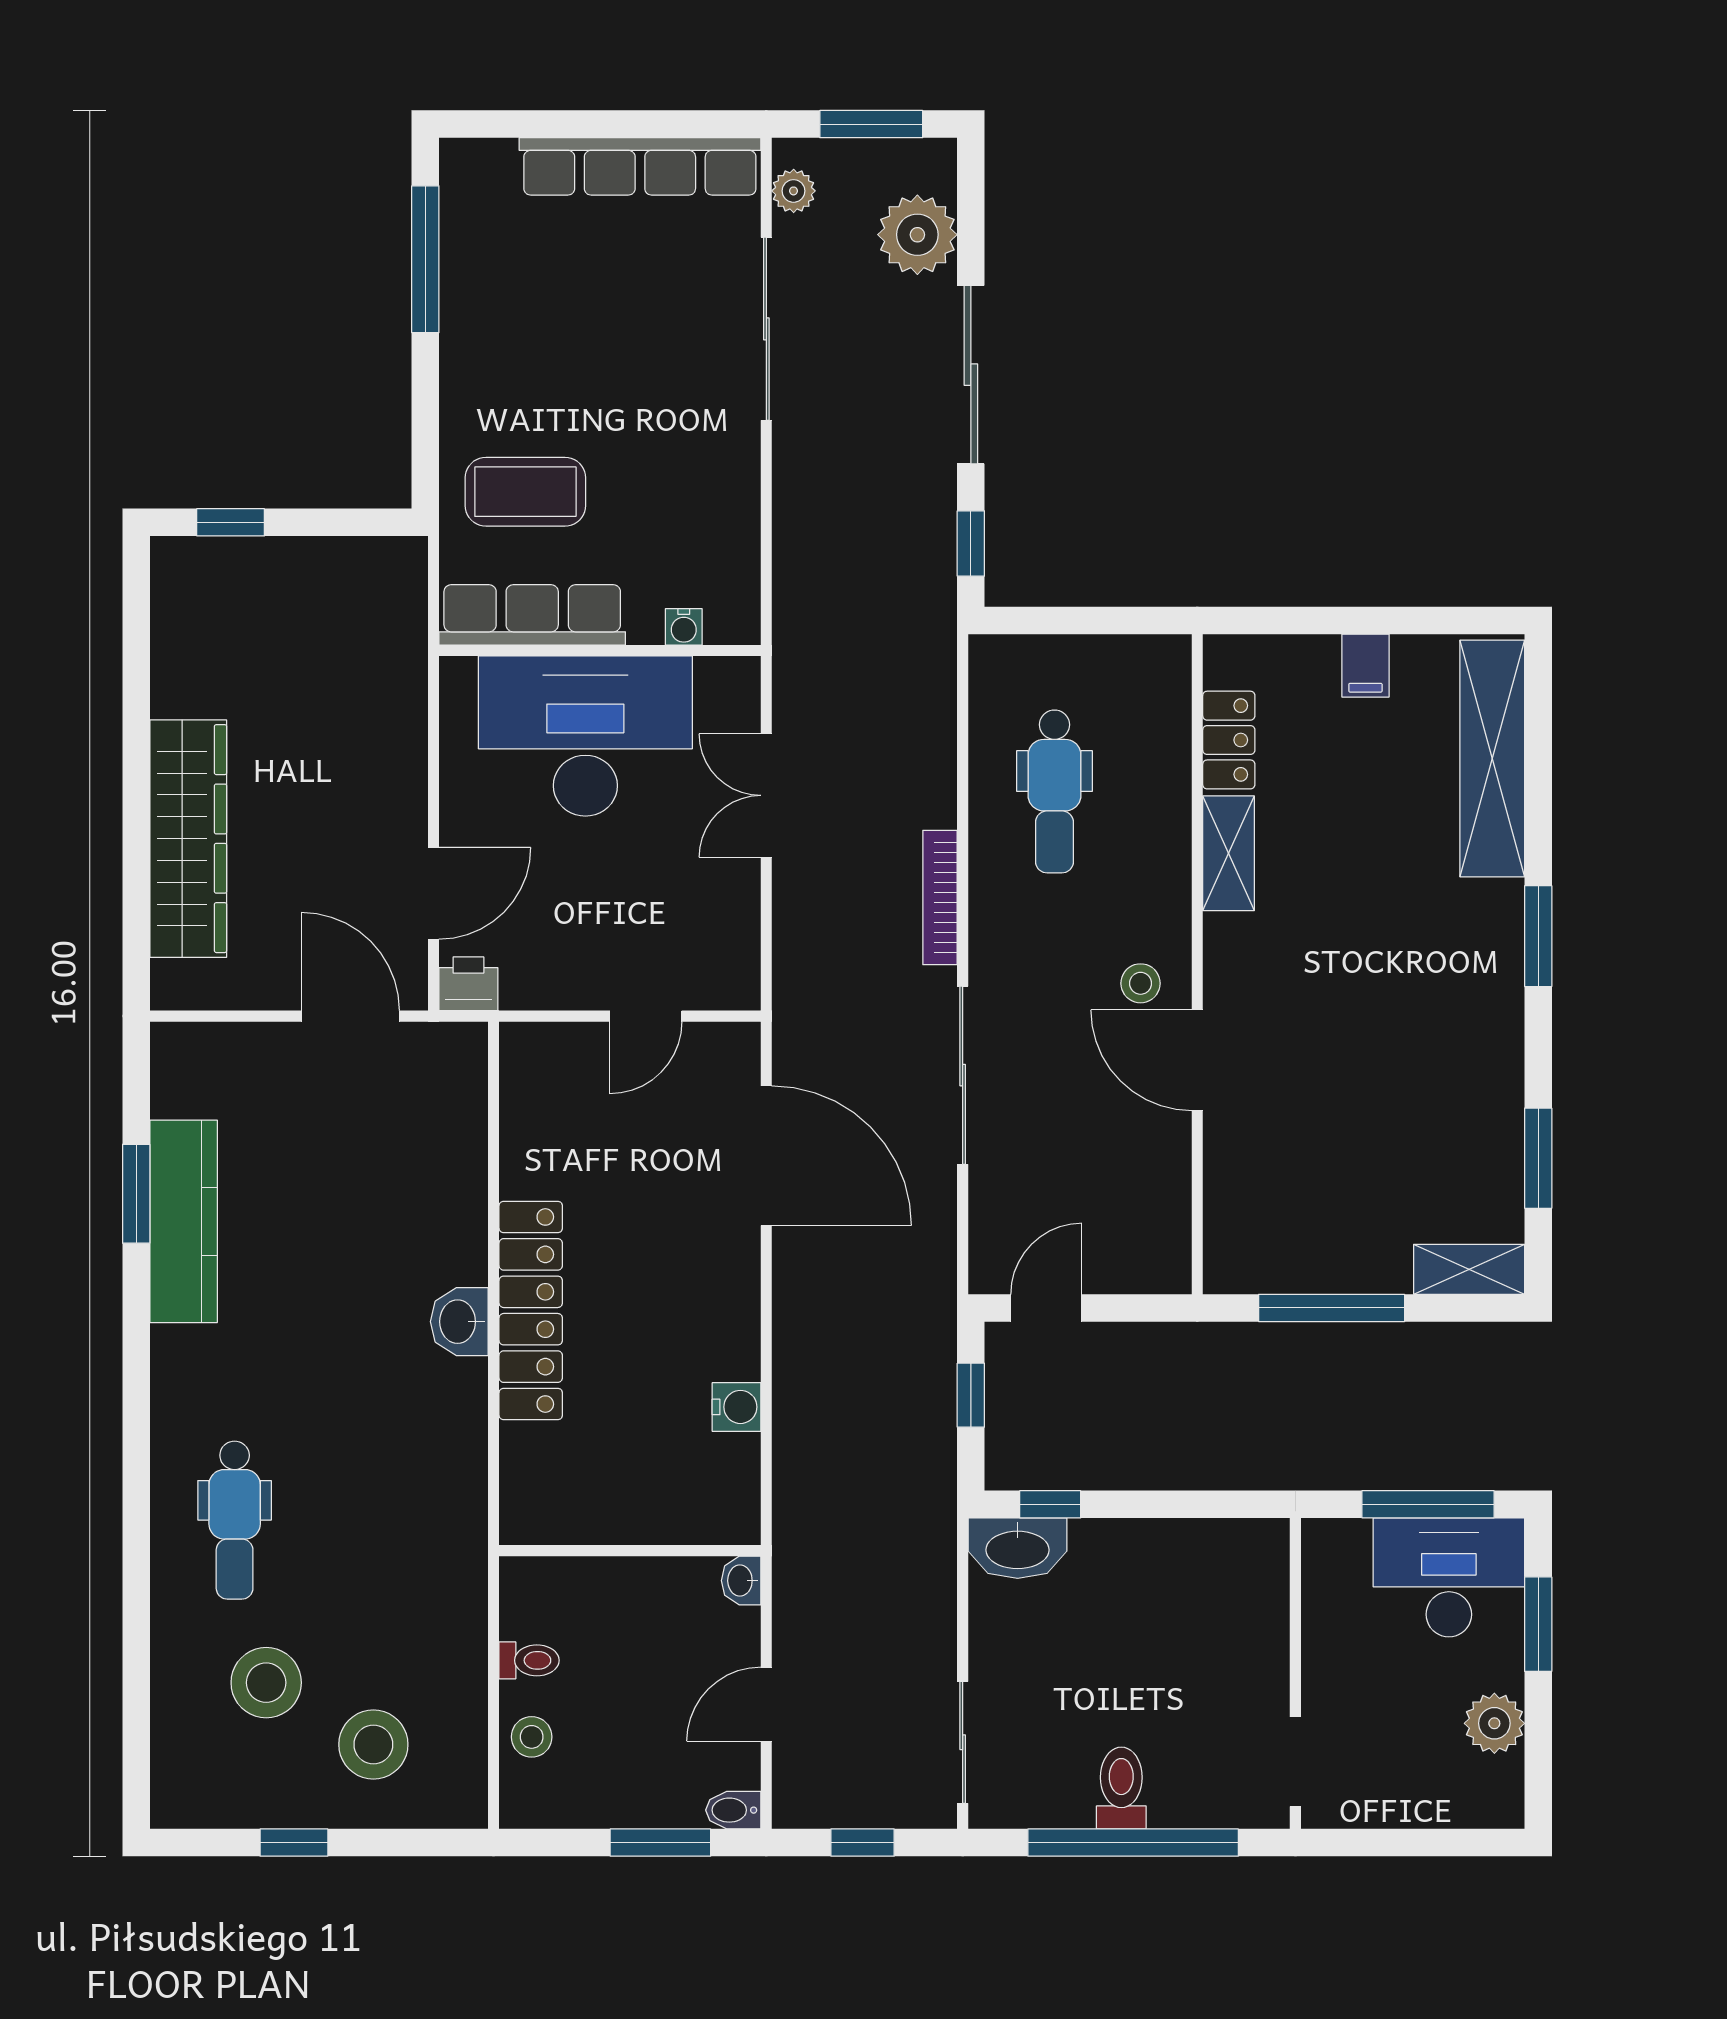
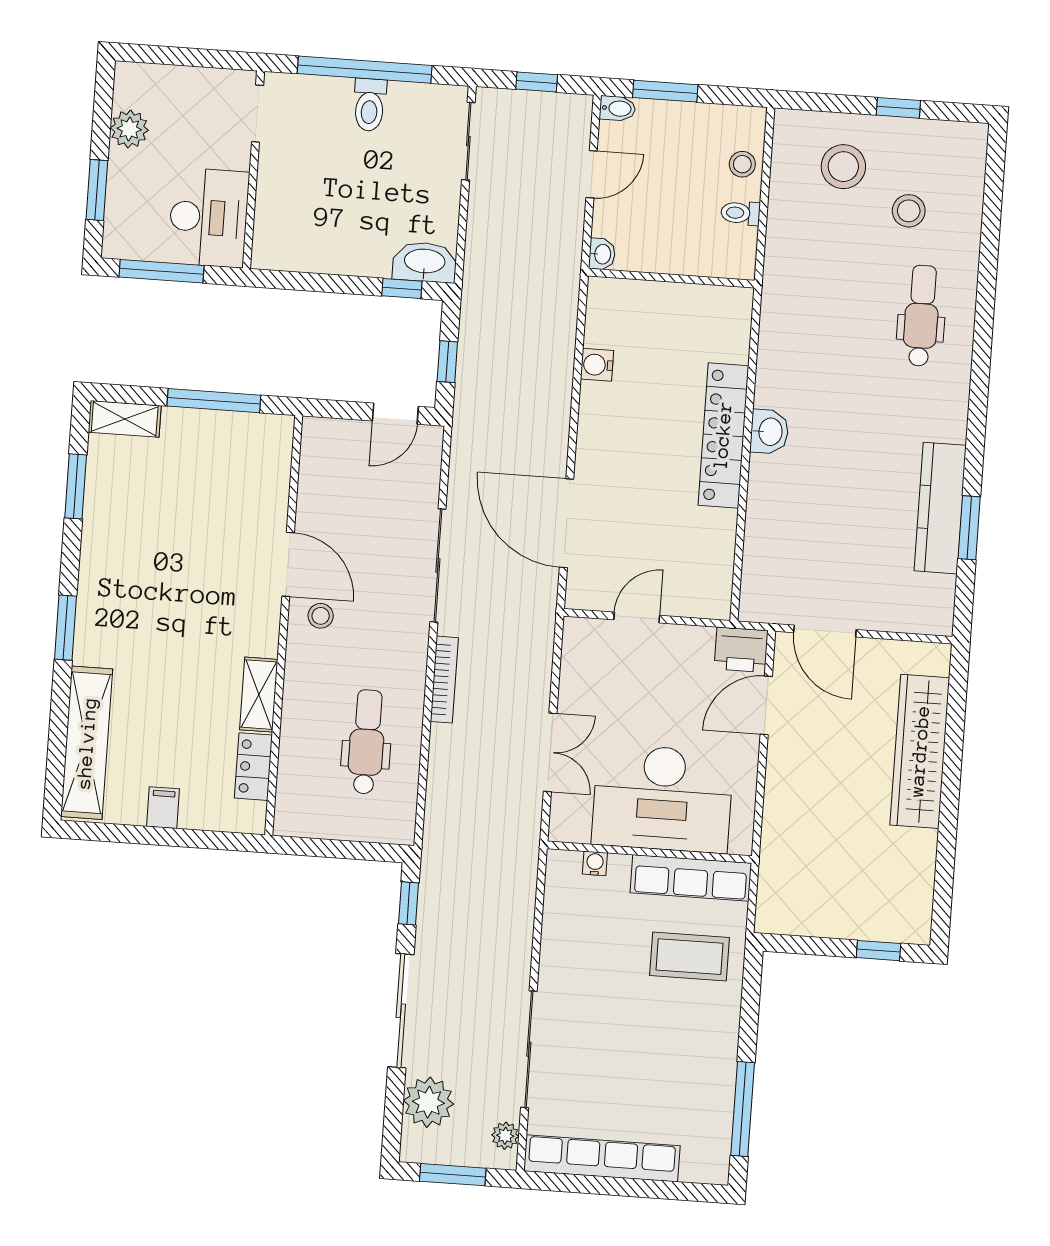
printer: (468, 984) -> (741, 650), width x1.36, depth x1.24
desk: (1449, 1577) -> (209, 218), moved, turned -90
stool: (266, 1683) -> (909, 211), width x0.73, depth x0.73

